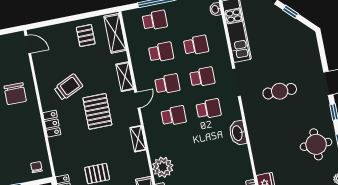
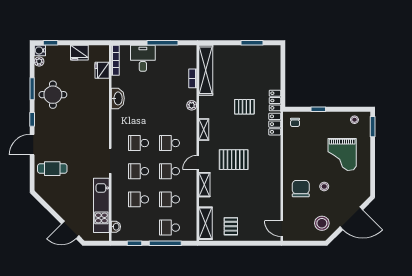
window: (290, 12) -> (52, 212), removed
trolley: (68, 87) -> (254, 185), removed
cafe table: (280, 91) -> (52, 169), moved
pallet: (97, 111) -> (234, 160), turned 90
locker: (52, 124) -> (275, 124), moved
washbasin: (238, 133) -> (118, 98), moved
plant: (163, 167) -> (192, 105), width x0.53, depth x0.53

